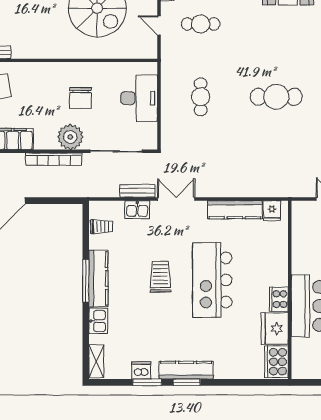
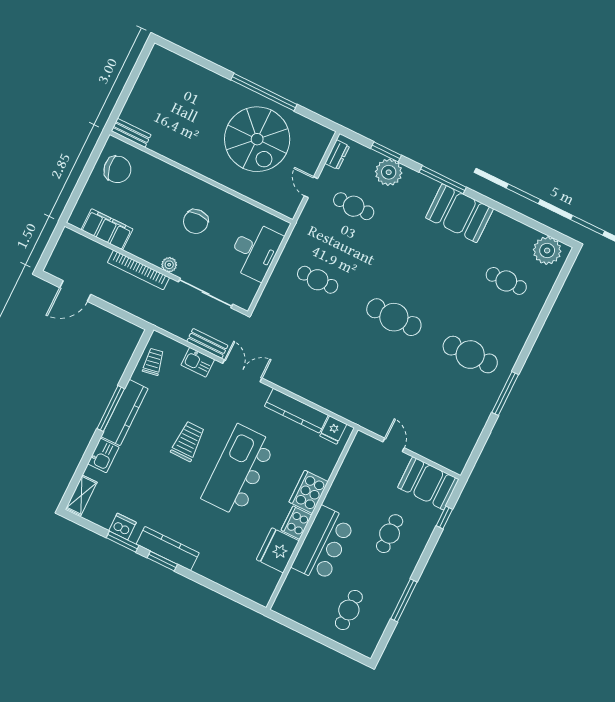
cafe table: (201, 97) -> (318, 280), turned 90
plant: (70, 137) -> (169, 265), width x0.53, depth x0.53
trolley: (101, 227) -> (153, 362), turned -100
cooker: (276, 362) -> (309, 492), moved

